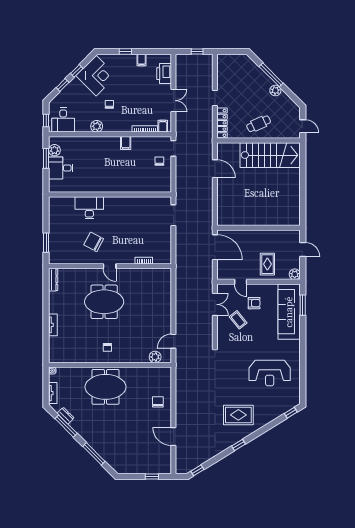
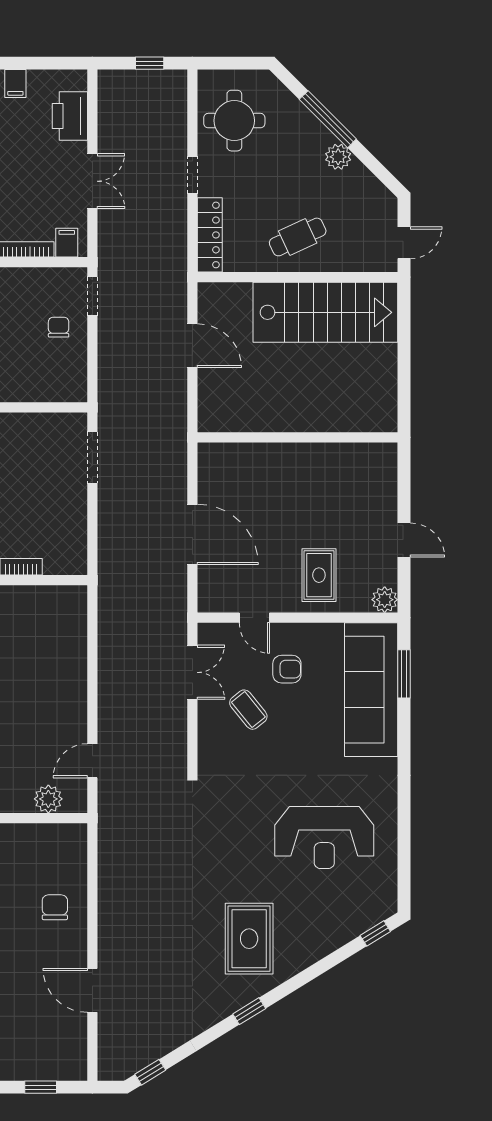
round table: (232, 75) -> (234, 121), added
door: (303, 126) -> (404, 243), hinge flipped
wall: (259, 228) -> (298, 437), moved
rug: (238, 415) -> (249, 939), turned 90

